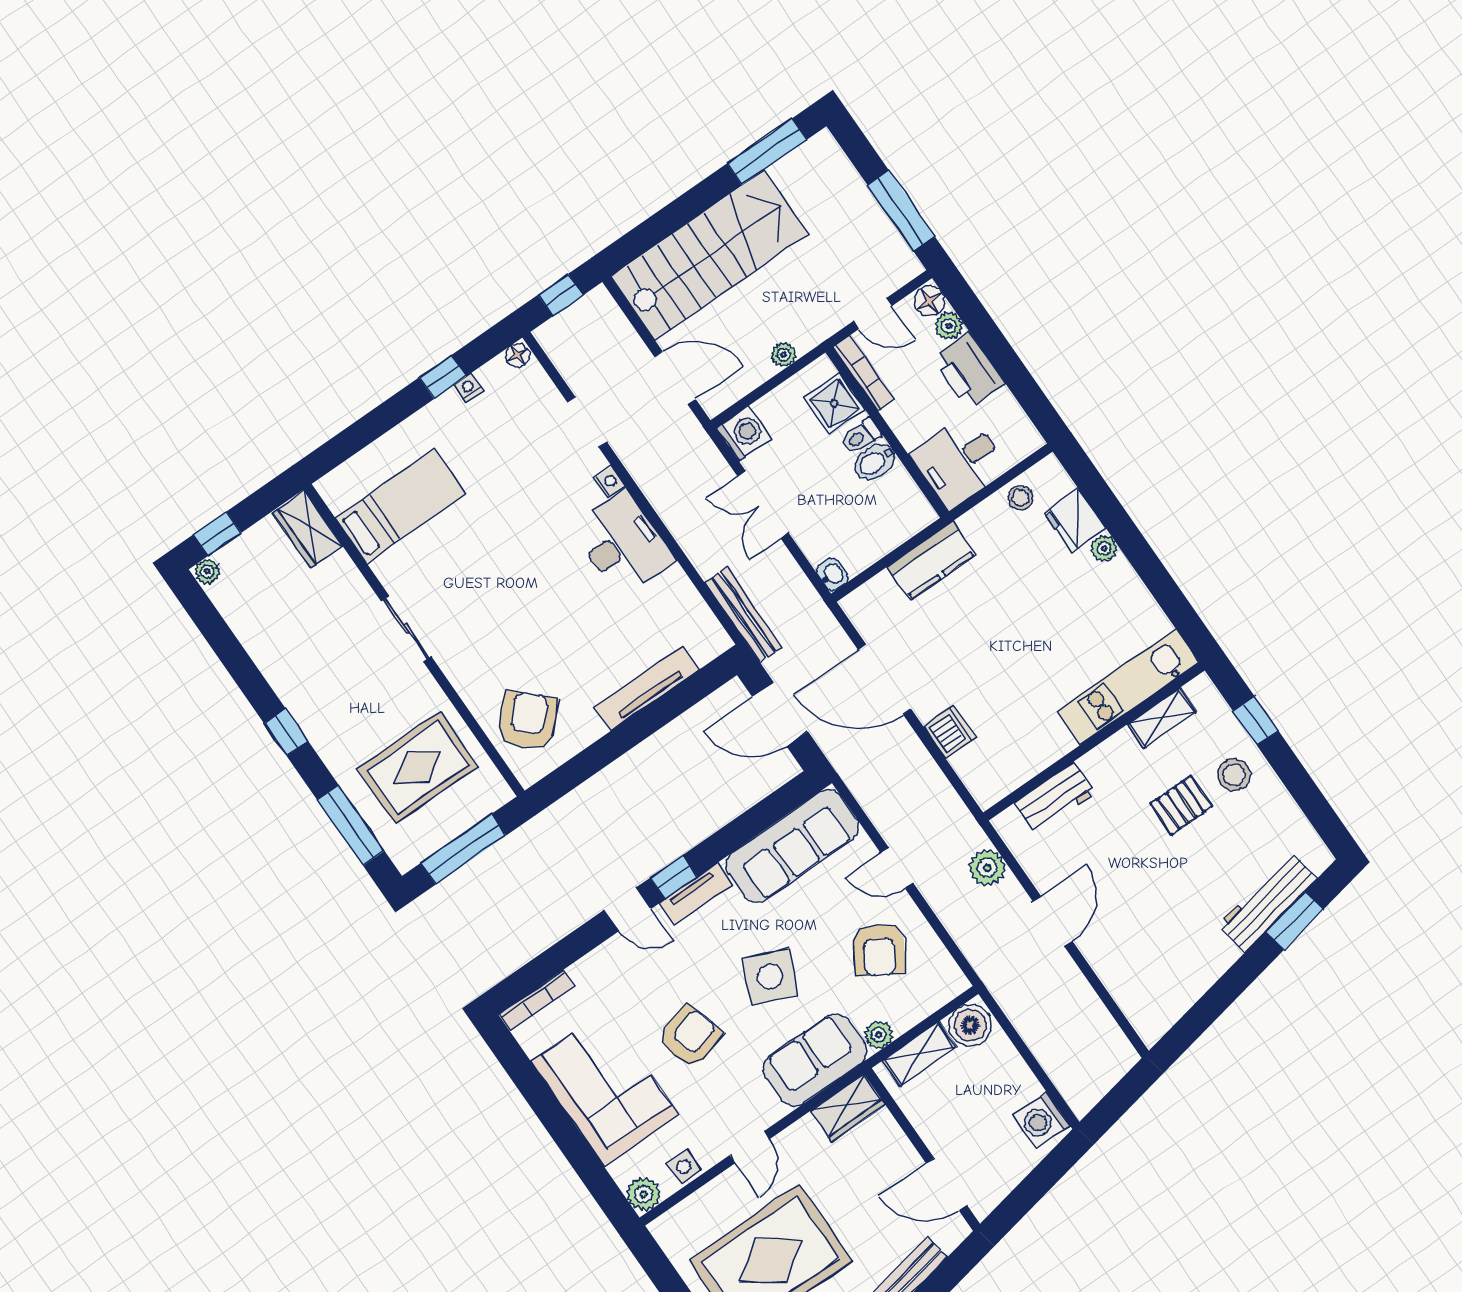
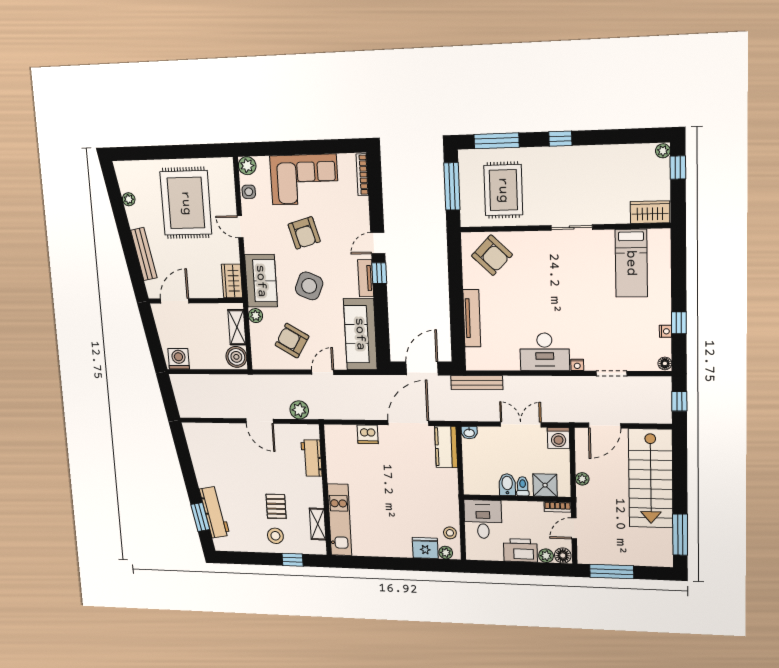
bookcase: (864, 373) -> (558, 507), width x0.64
plant: (1104, 548) -> (446, 553), moved
kitchen counter: (931, 561) -> (446, 447), moved

